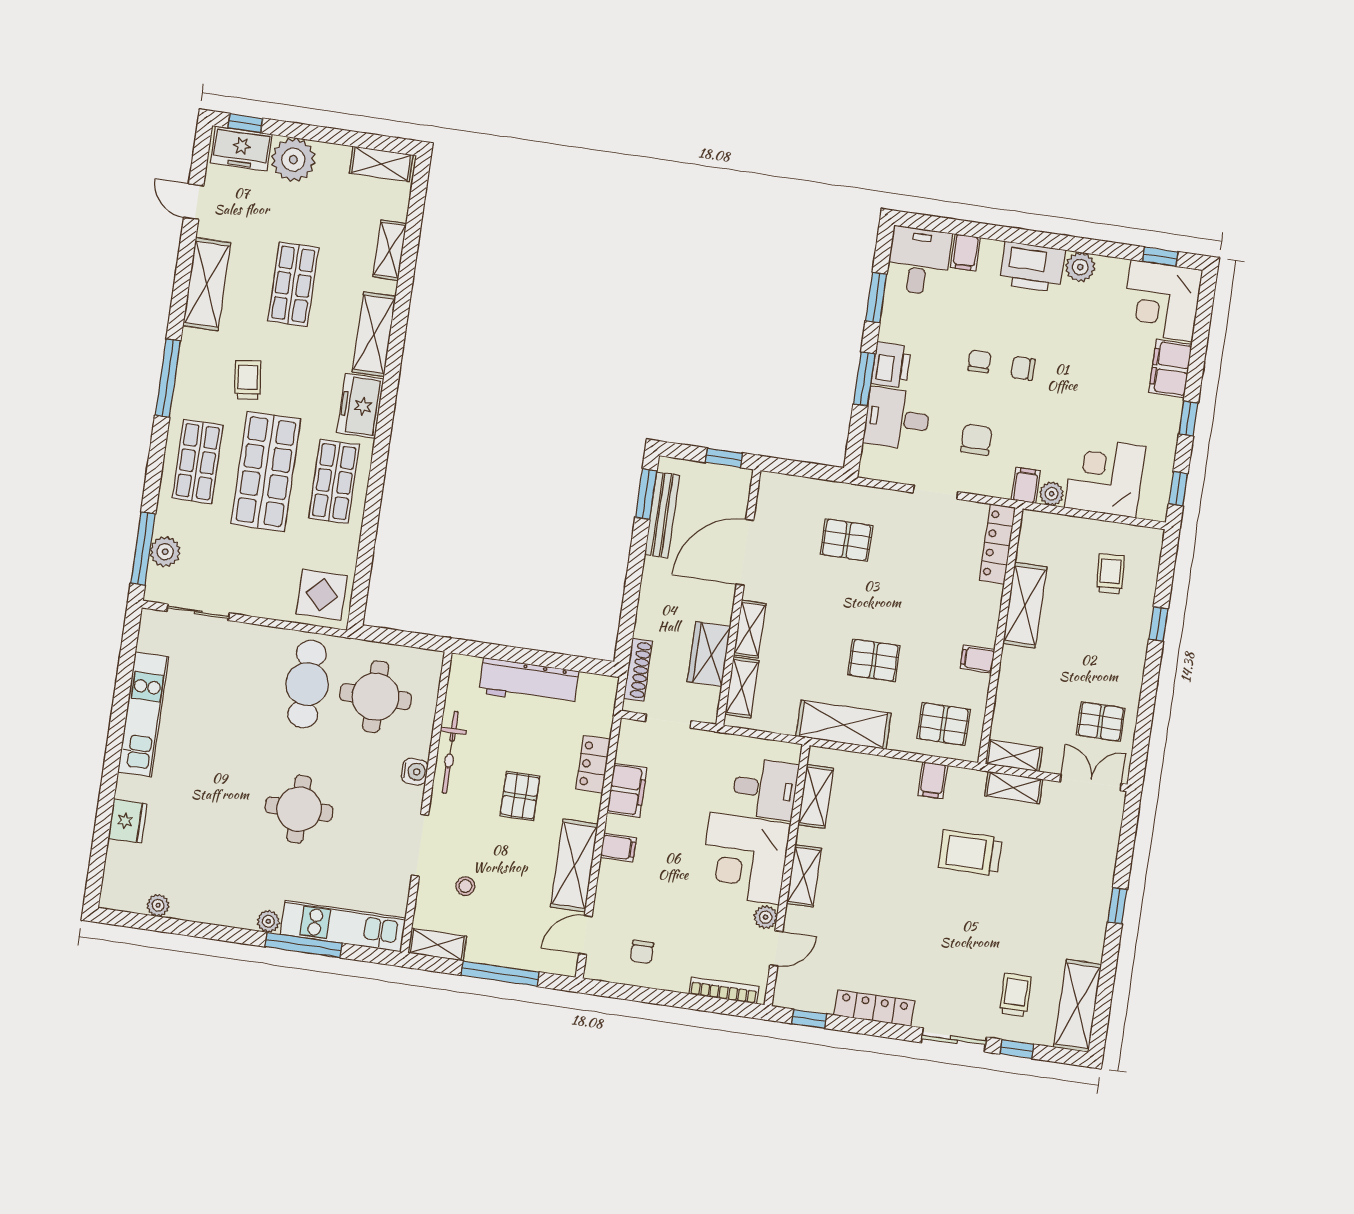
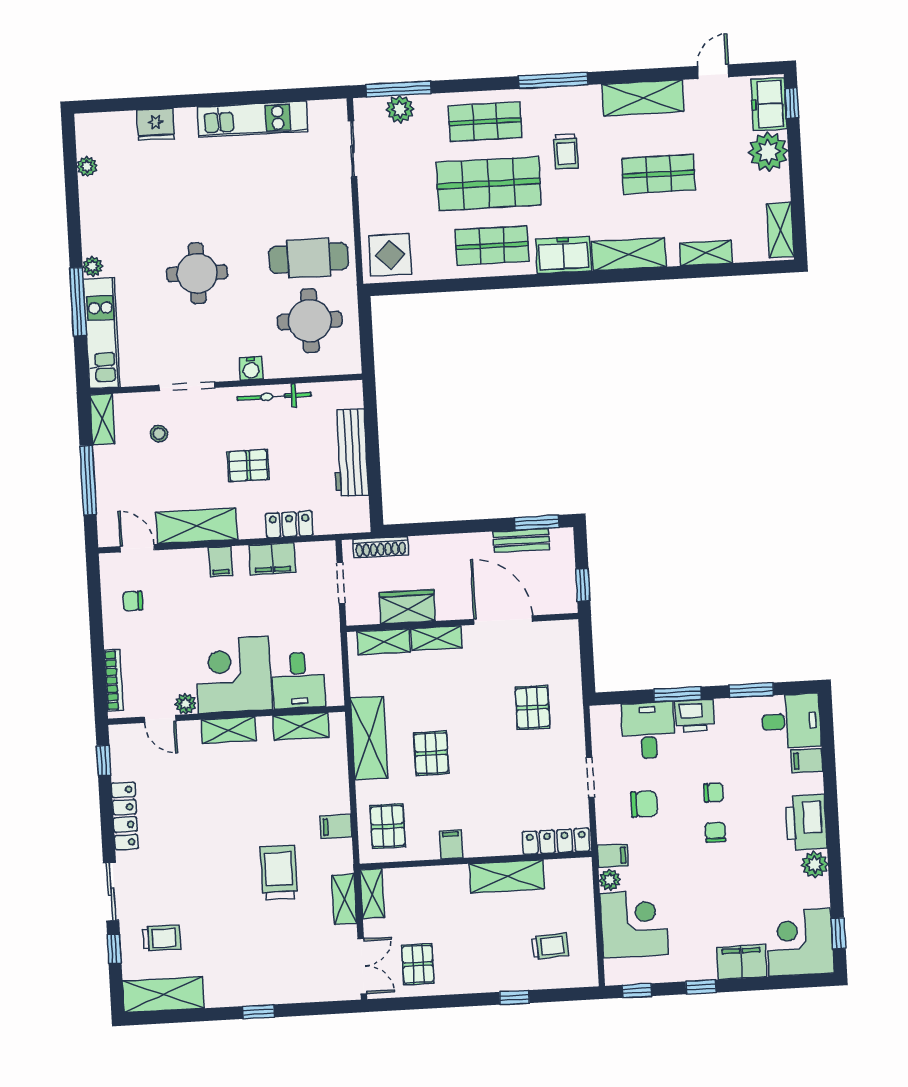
trolley: (248, 380) -> (566, 151), turned 97
bench: (662, 515) -> (521, 540), width x0.73

